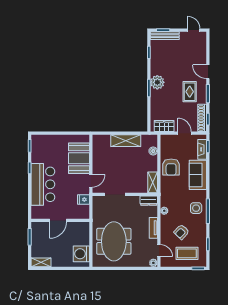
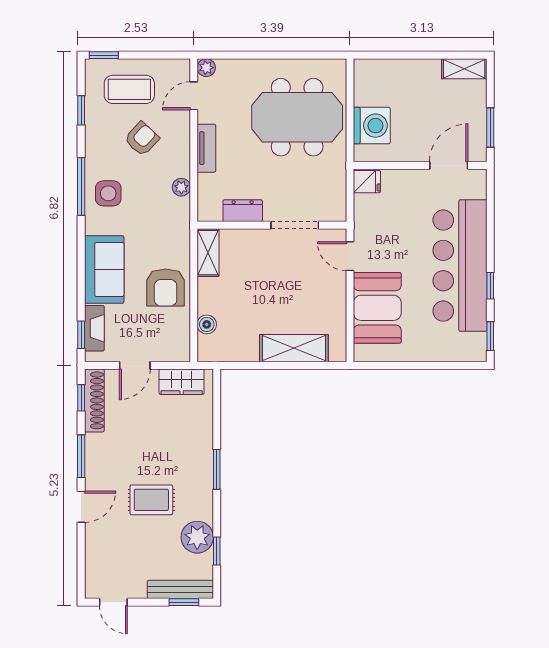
door: (208, 72) -> (81, 507), hinge flipped
plant: (157, 82) -> (197, 537), moved
rug: (190, 92) -> (151, 500), moved, turned 90
door: (185, 133) -> (135, 365), hinge flipped
shelving: (126, 141) -> (294, 348), moved
armchair: (171, 167) -> (166, 288), turned 180
door: (91, 181) -> (350, 256), hinge flipped
bar counter: (43, 184) -> (460, 266), width x1.36
fridge: (83, 199) -> (367, 182), moved
dresser: (149, 201) -> (243, 211), moved
door: (58, 220) -> (449, 165), moved
meeting table: (114, 241) -> (297, 117), turned 90
door: (159, 251) -> (194, 96), hinge flipped
washing machine: (81, 254) -> (372, 126), moved

